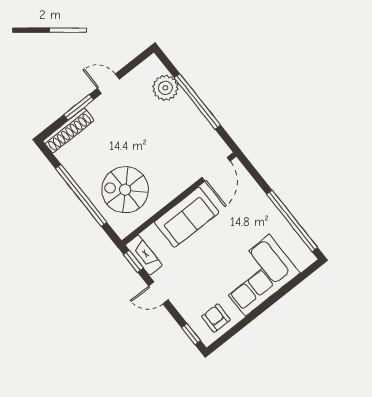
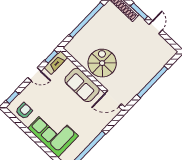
plant: (165, 88) -> (158, 62), removed
spiral stairs: (125, 190) -> (102, 63), moved
door: (158, 293) -> (34, 74), swing flipped

